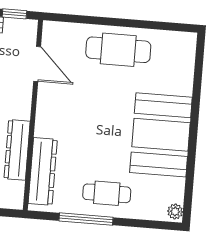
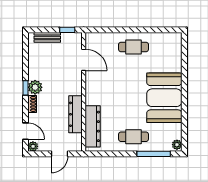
cafe table: (118, 50) -> (134, 47), width x0.73, depth x0.74
window: (86, 219) -> (154, 154), moved

